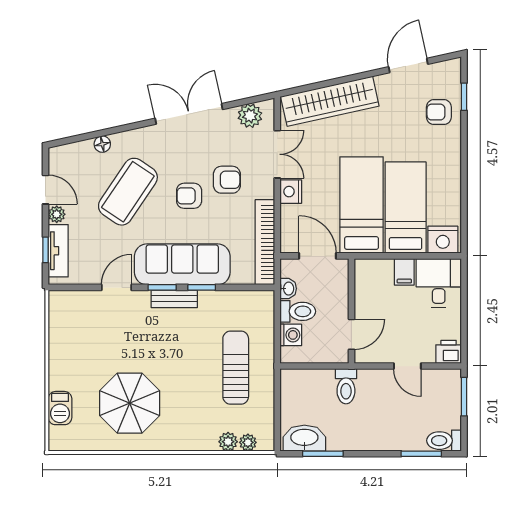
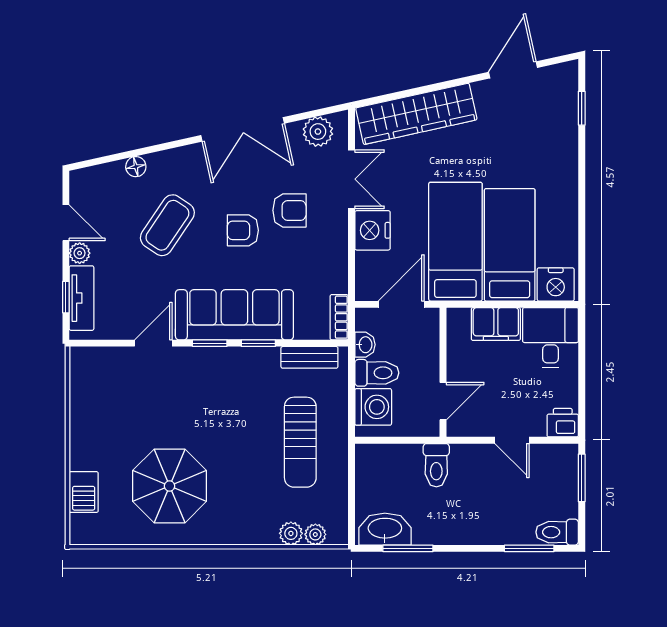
armchair: (439, 112) -> (551, 127), removed
double door: (189, 114) -> (243, 129), swing flipped
coffee table: (128, 192) -> (167, 225), width x0.73, depth x0.76
nightstand: (291, 192) -> (372, 230), width x1.36, depth x1.33
bookcase: (265, 242) -> (339, 317), width x0.43, depth x0.76
door: (318, 256) -> (401, 304), hinge flipped
filing cabinet: (404, 272) -> (496, 324), width x2.00
bench: (174, 299) -> (309, 357), moved
washing machine: (291, 335) -> (373, 407), width x1.38, depth x1.38
sun lounger: (236, 368) -> (300, 442), turned 180

